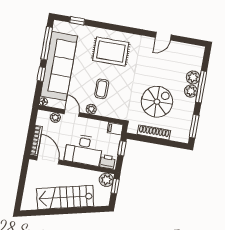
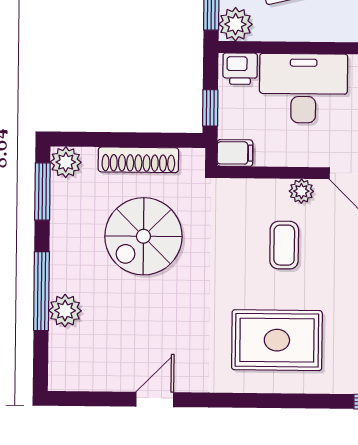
plant: (191, 91) -> (66, 162), moved

